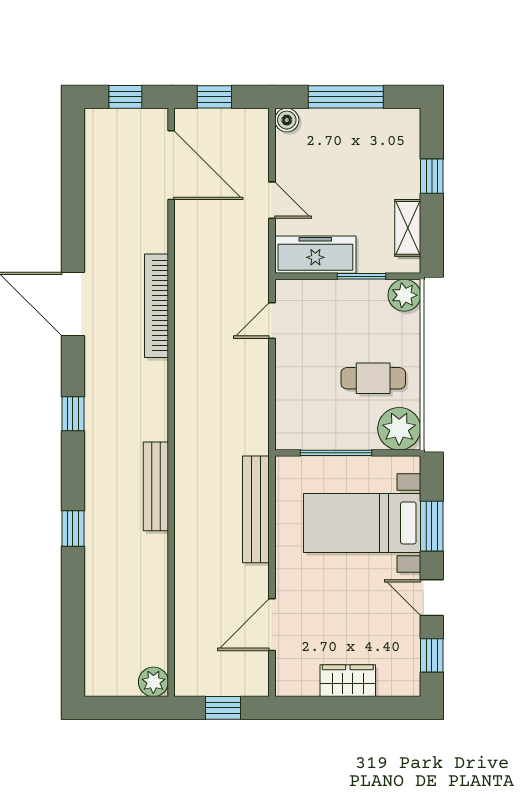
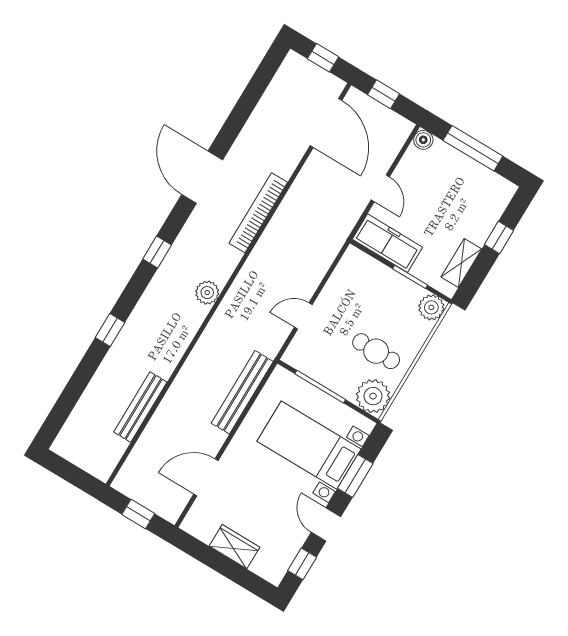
door: (272, 320) -> (303, 316), moved
bench: (156, 486) -> (140, 407), moved
plant: (153, 682) -> (207, 293), moved

